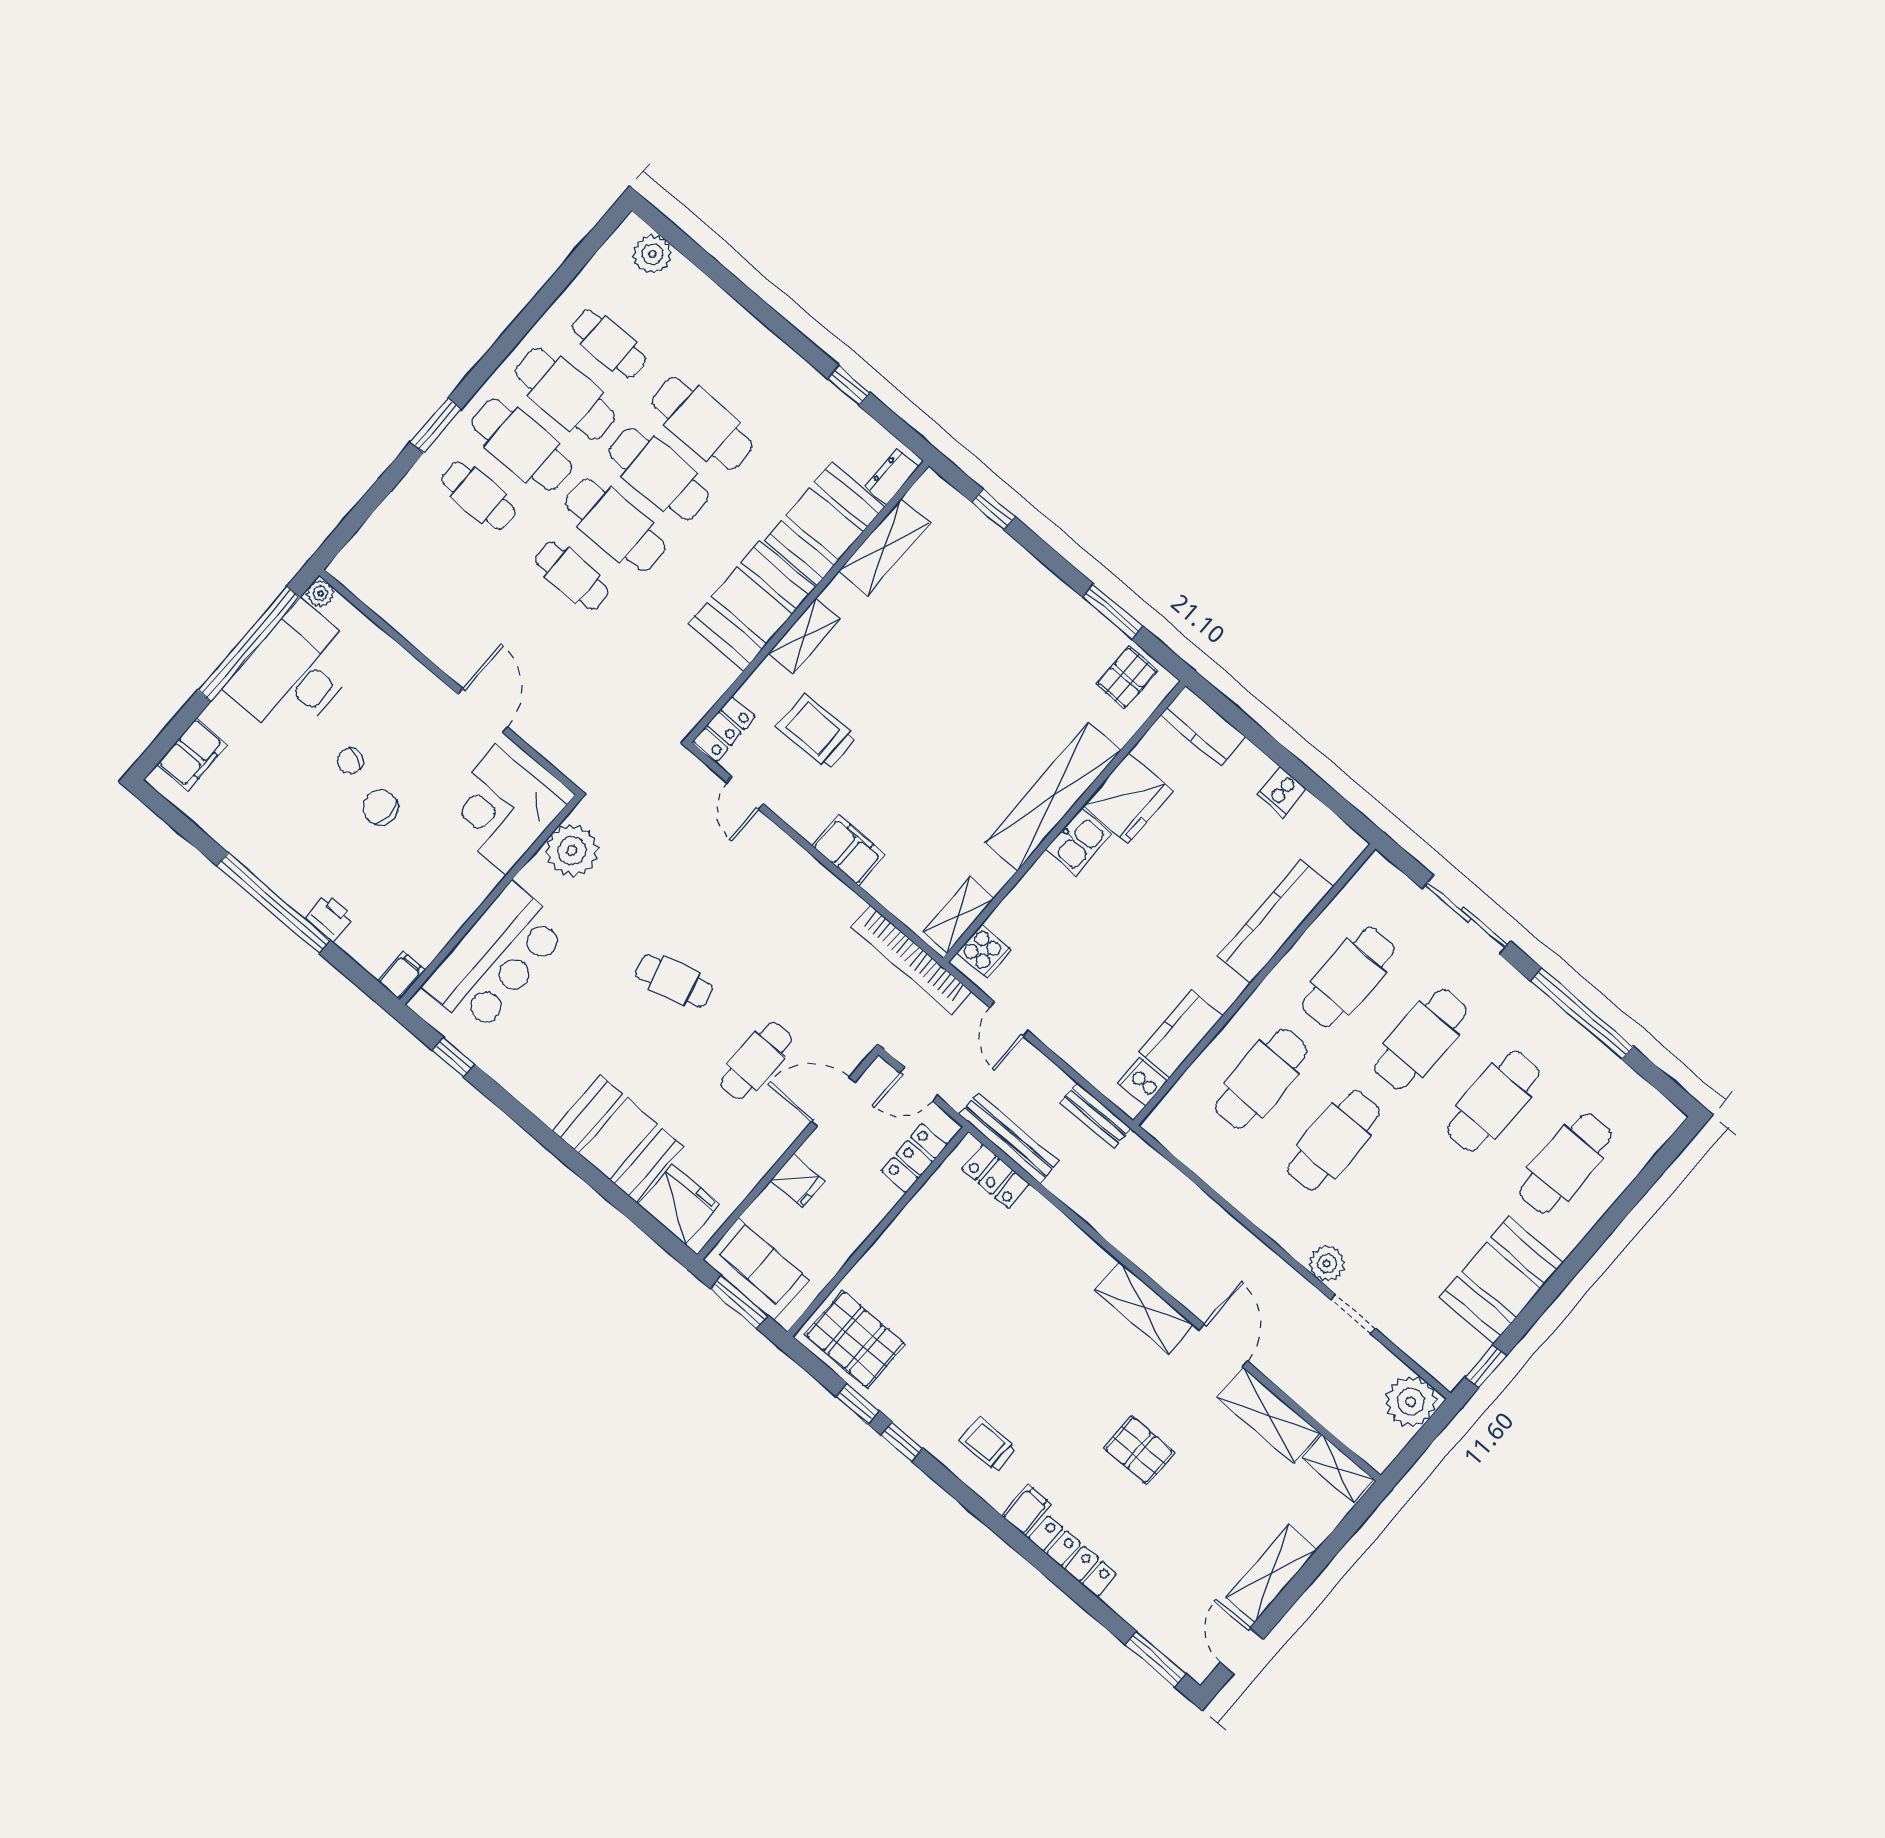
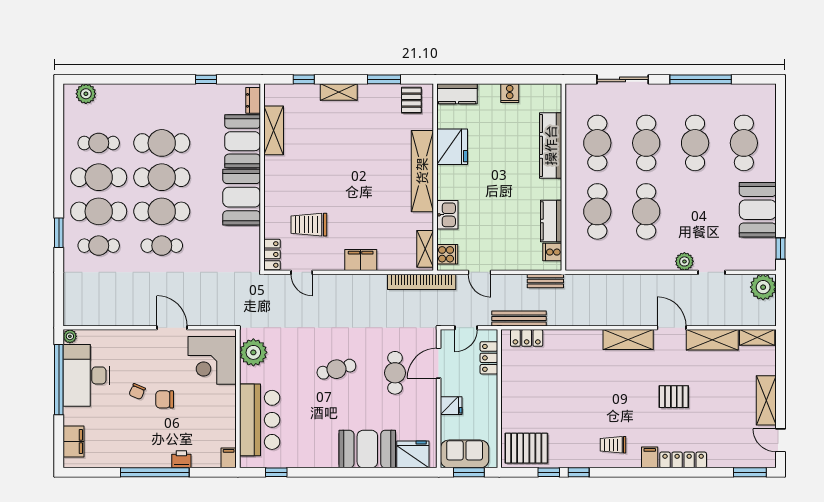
shelving: (804, 636) -> (339, 92), moved, turned 90
kitchen sink: (1078, 842) -> (447, 215), moved

